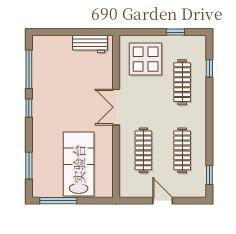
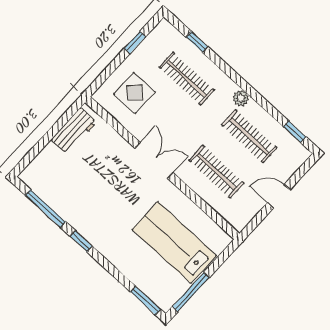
display table: (146, 59) -> (135, 93), width x0.73, depth x0.73
double door: (116, 107) -> (154, 160), swing flipped
plant: (200, 125) -> (241, 98), added
window: (29, 166) -> (146, 301), moved

